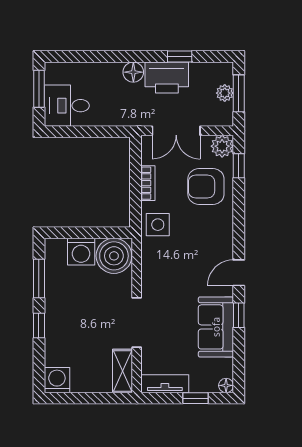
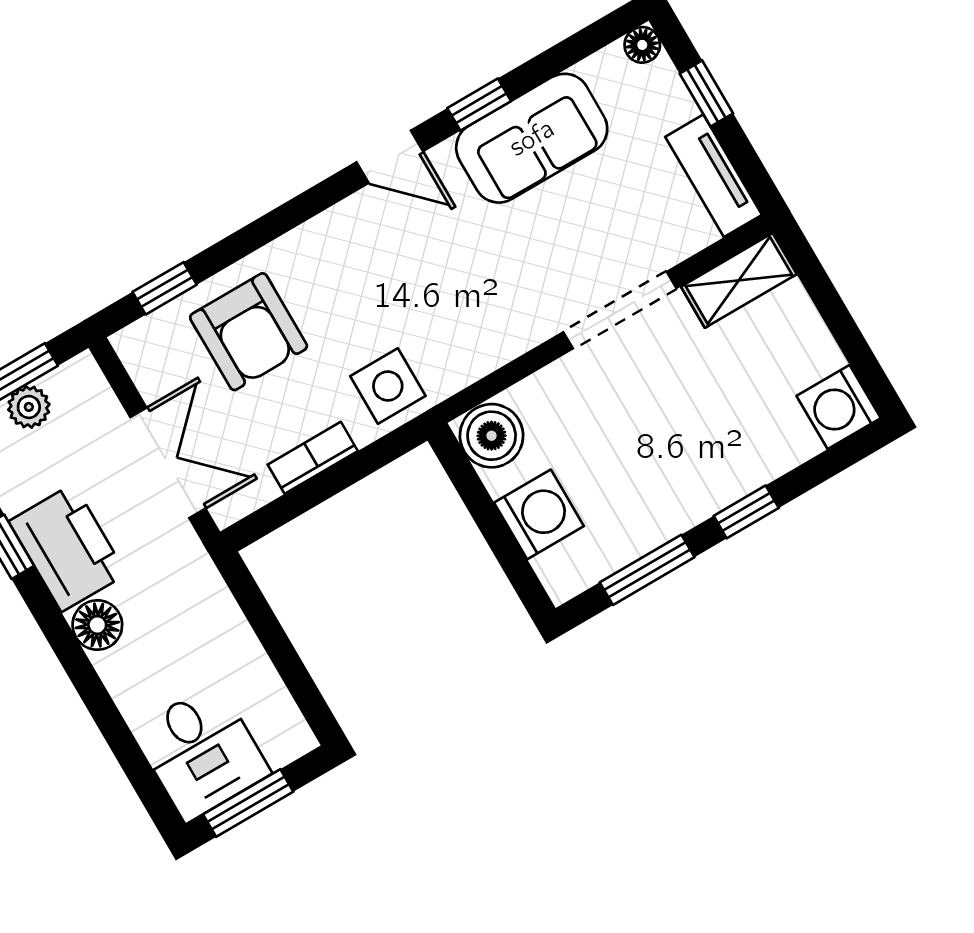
desk: (67, 106) -> (201, 752), moved
plant: (222, 146) -> (144, 347), removed
boiler: (114, 256) -> (492, 436), width x0.73, depth x0.73

